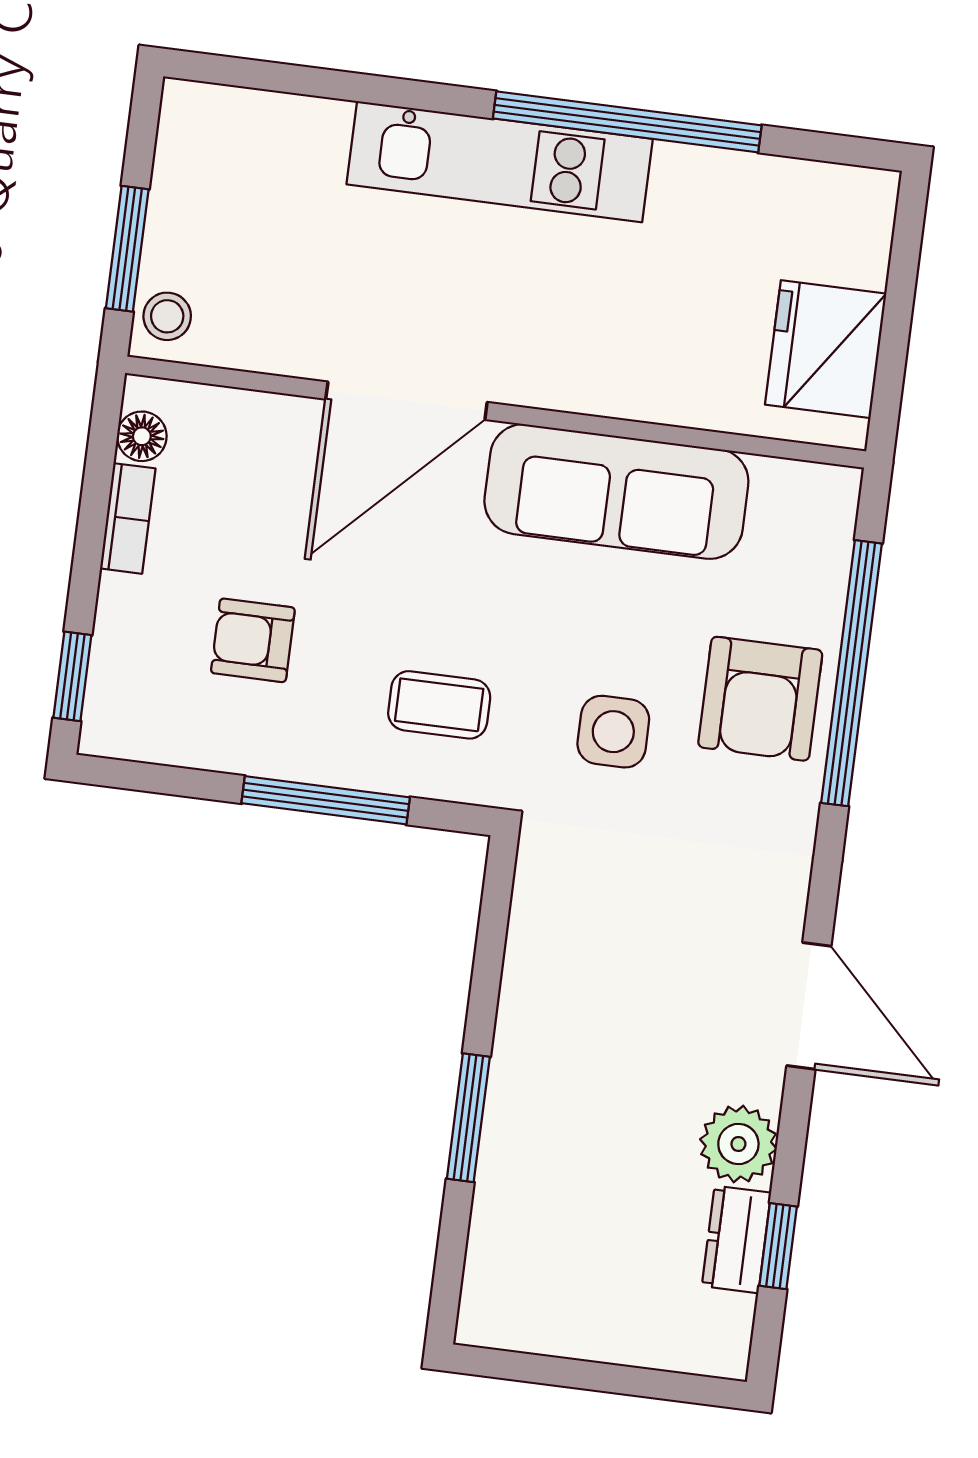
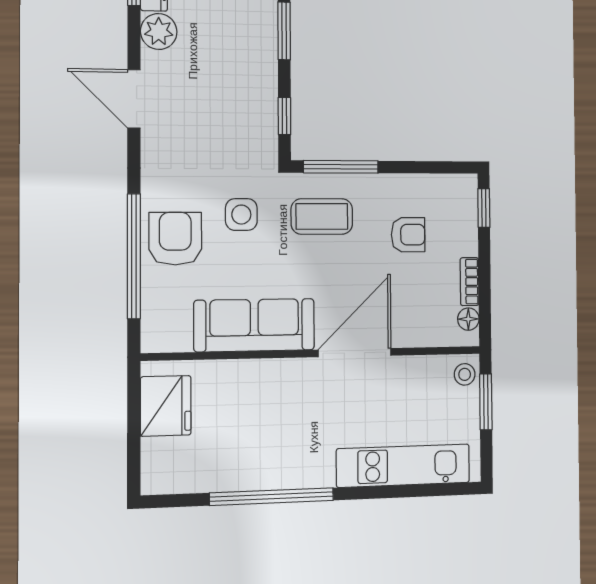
kitchen unit: (500, 162) -> (403, 466), moved
coffee table: (439, 705) -> (322, 216), width x1.36, depth x1.30
window: (326, 800) -> (341, 167), moved
window: (492, 933) -> (284, 116), added

